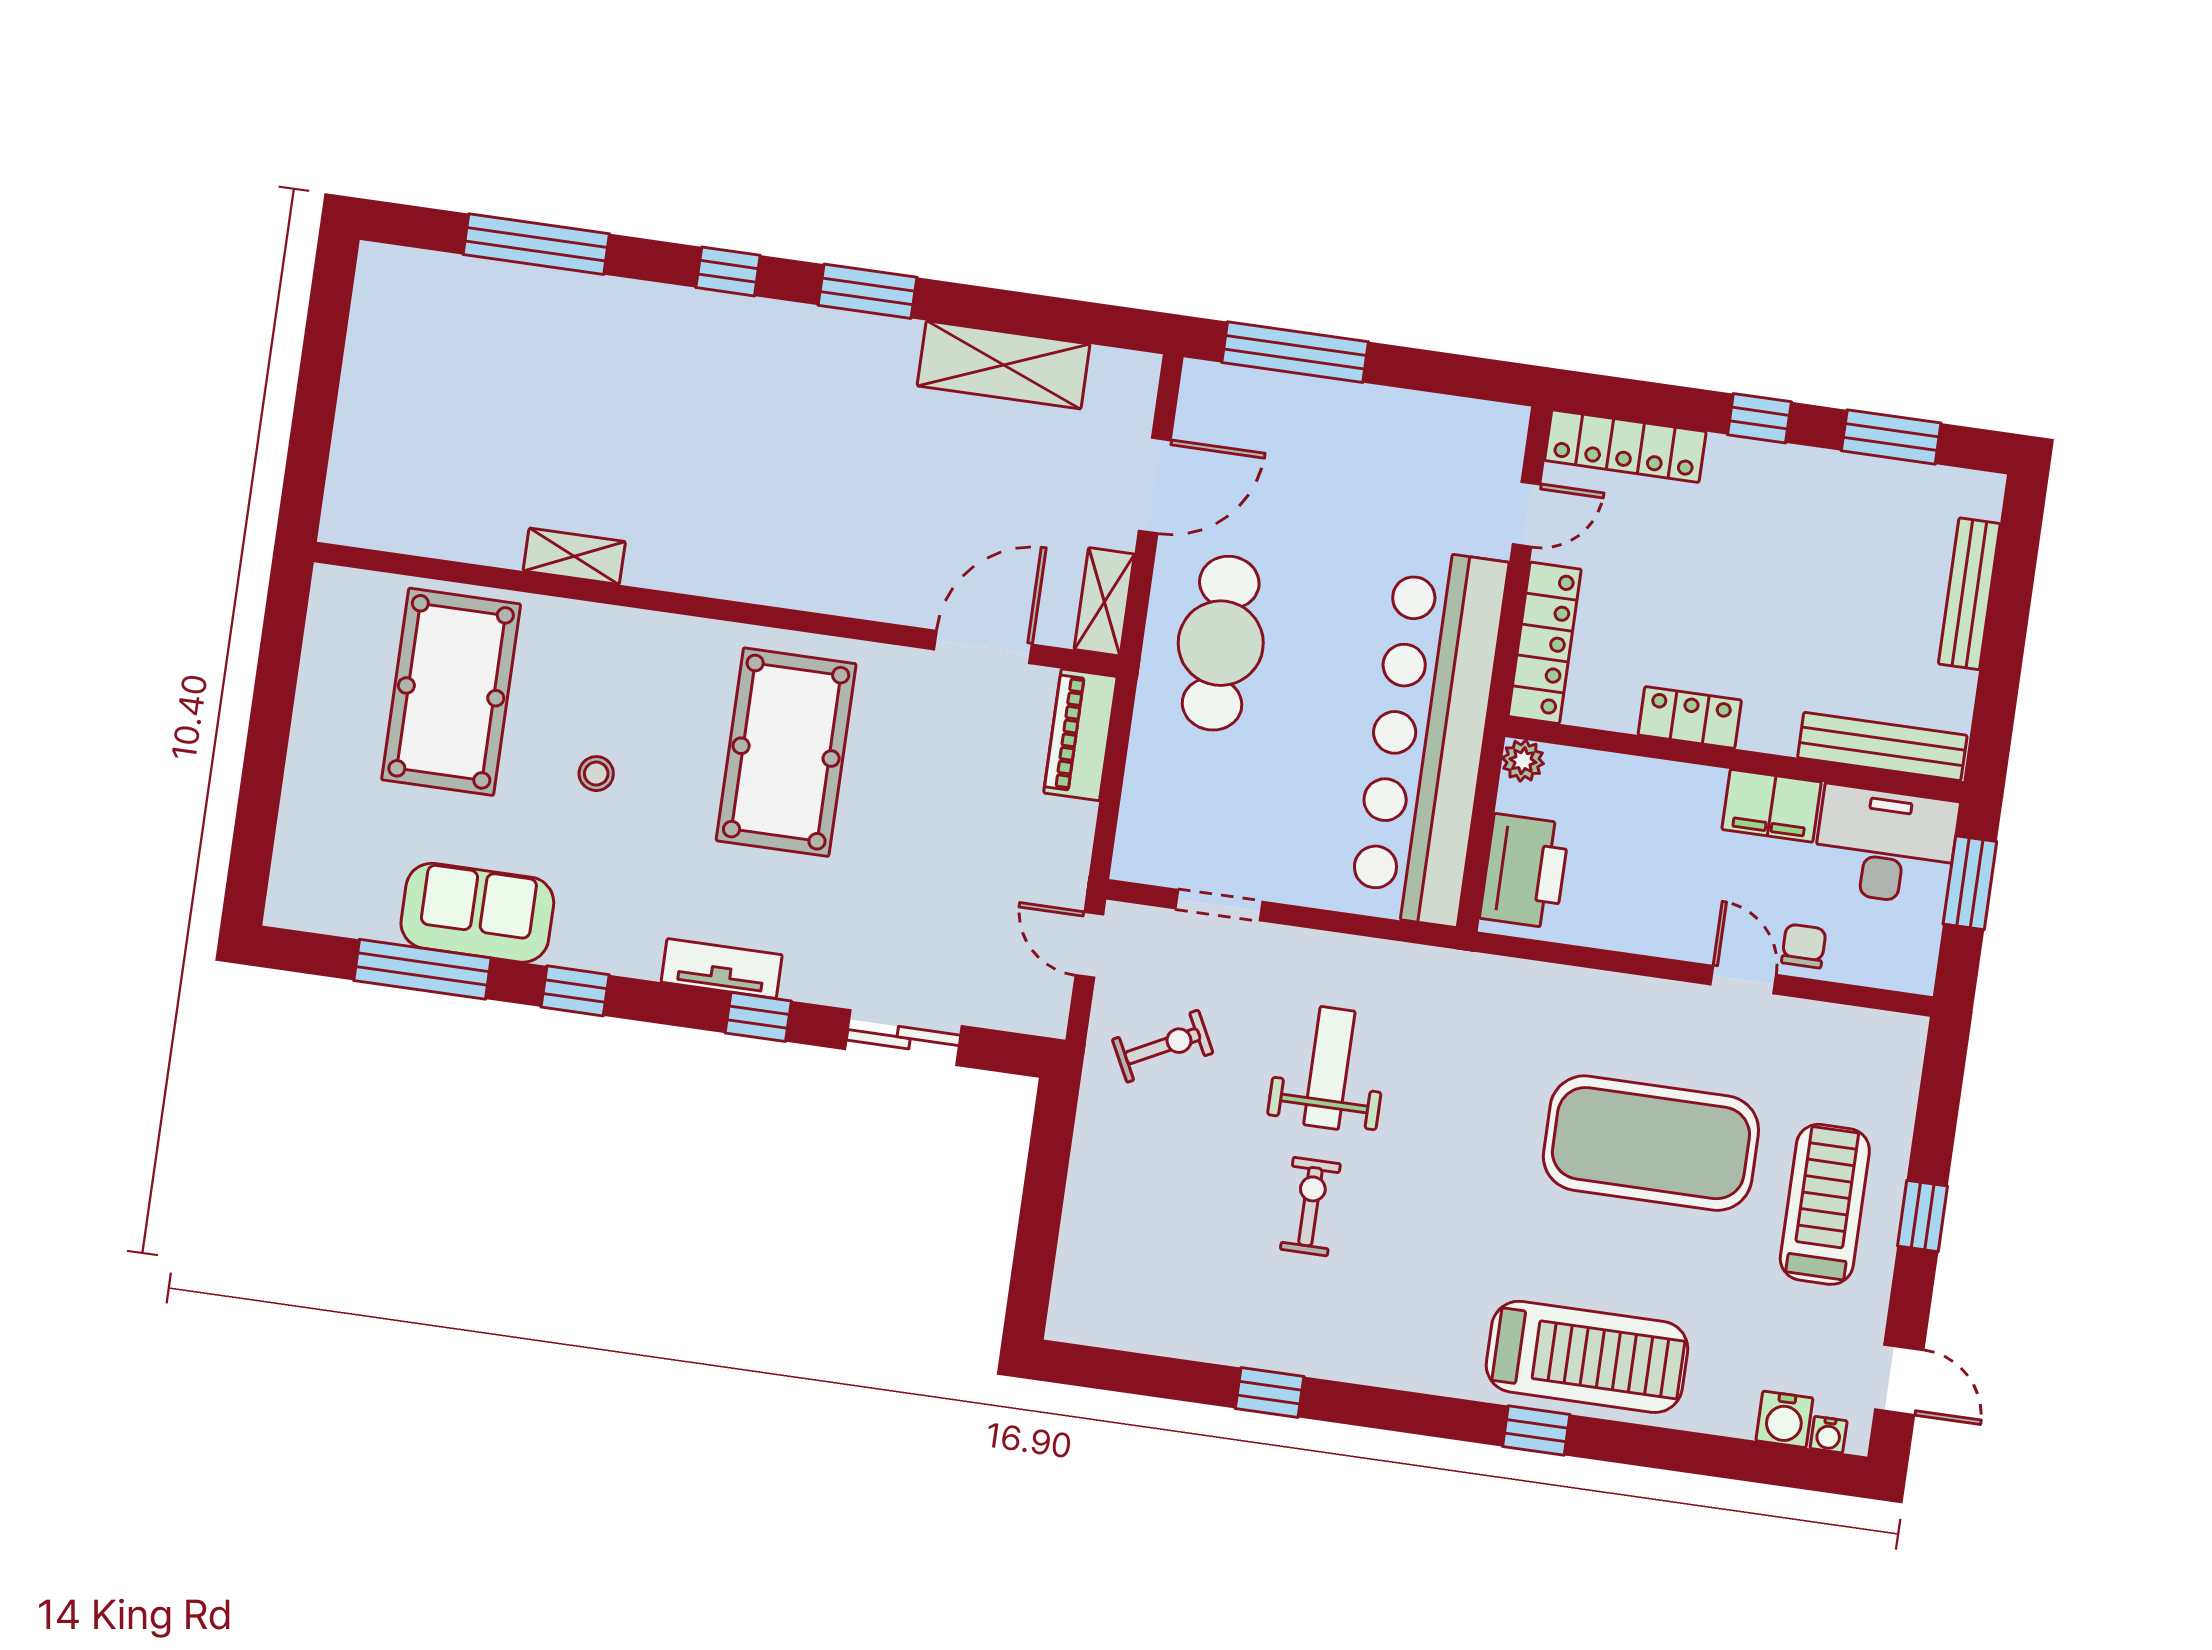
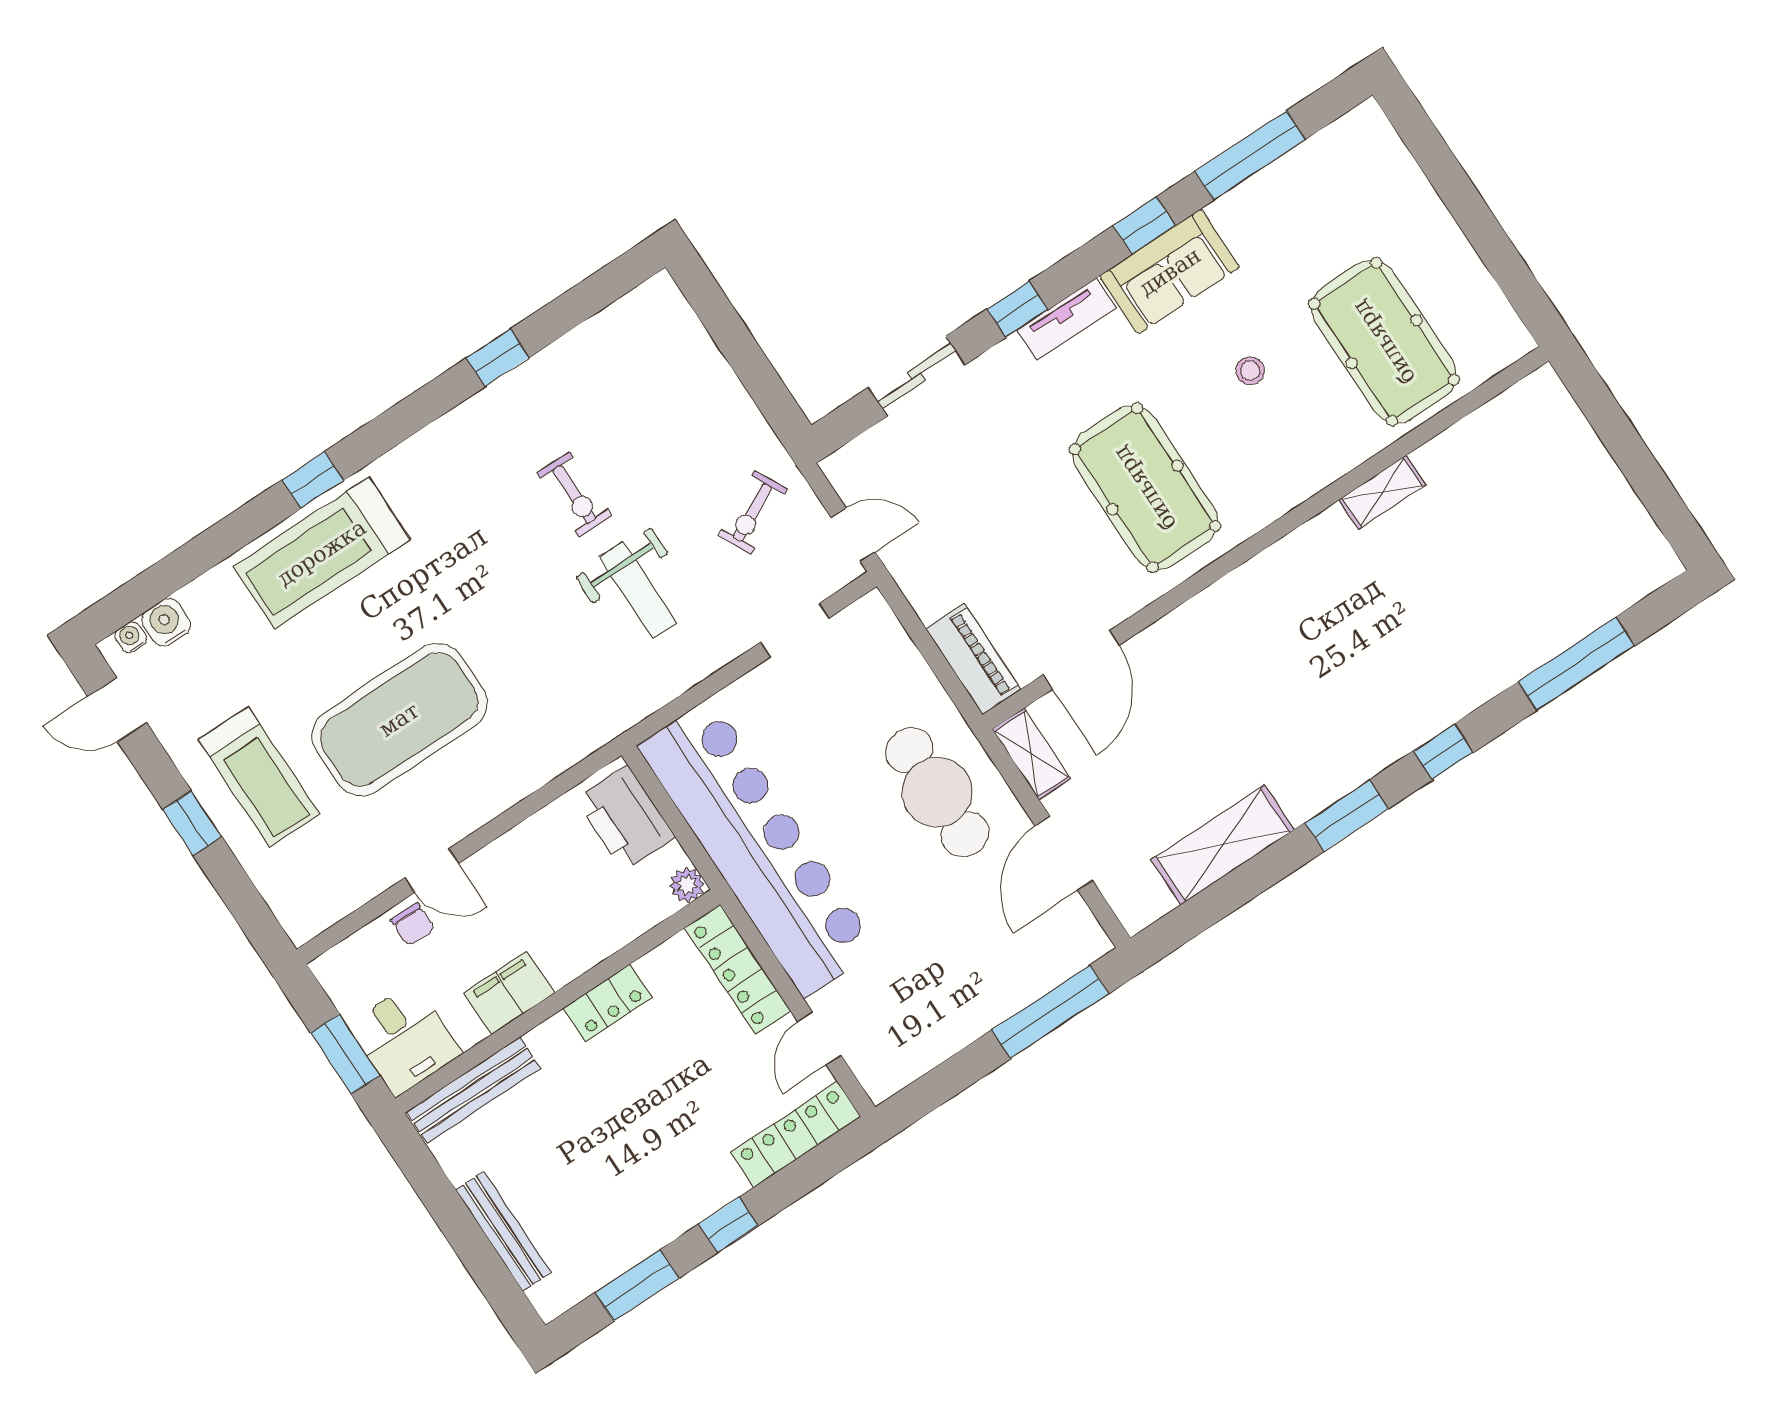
desk: (1885, 845) -> (405, 1039), width x0.73
sofa: (477, 913) -> (1170, 272), moved

